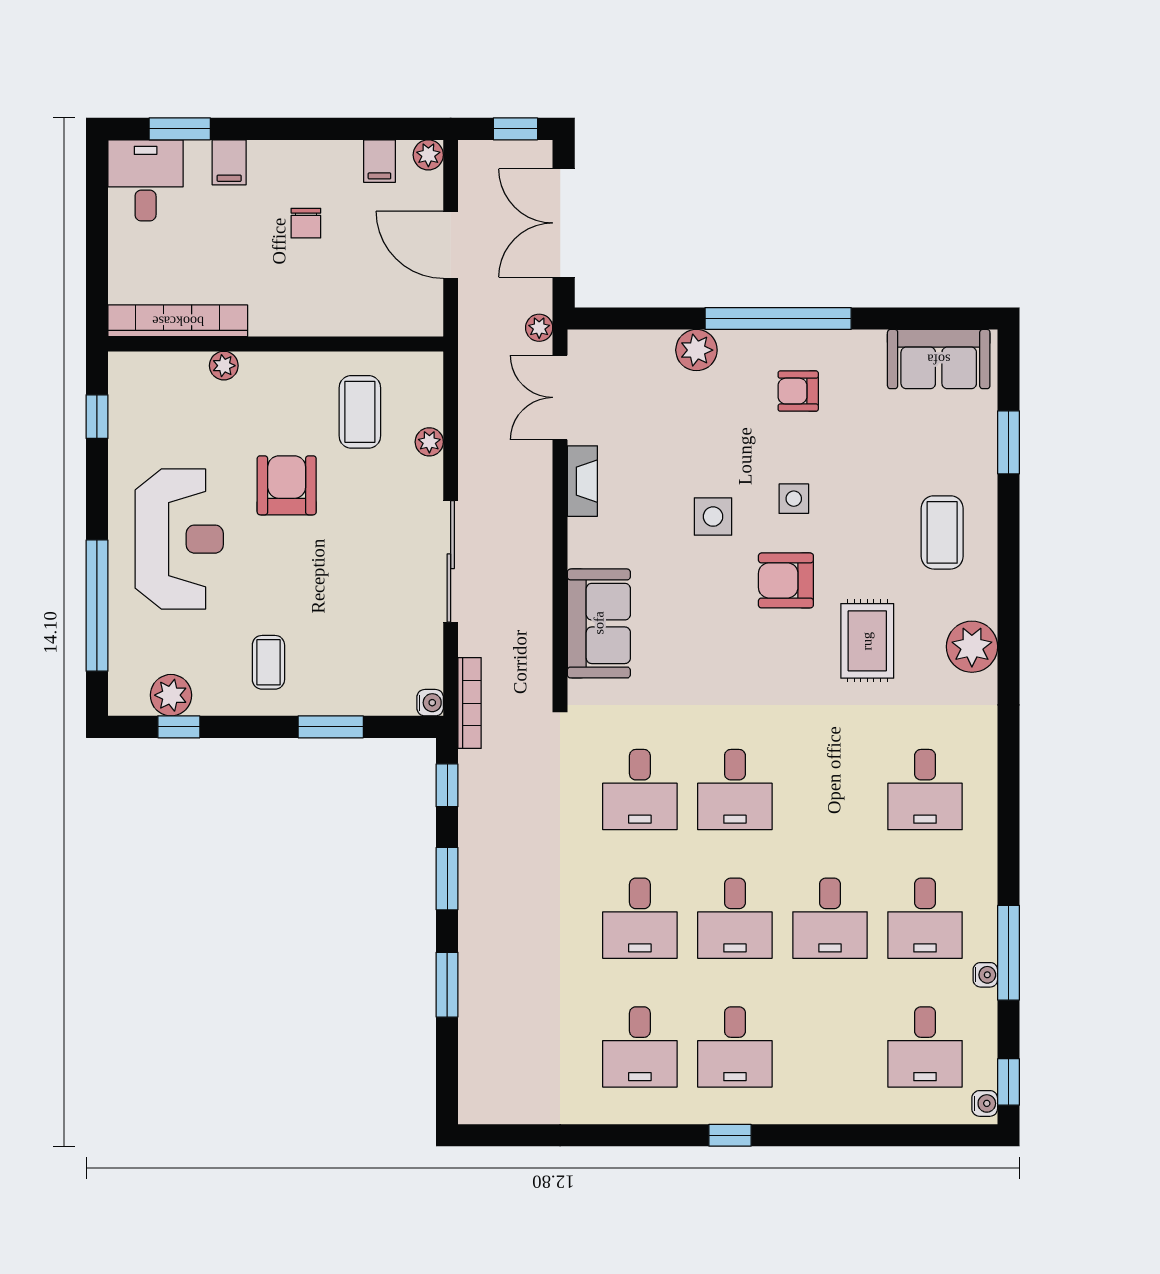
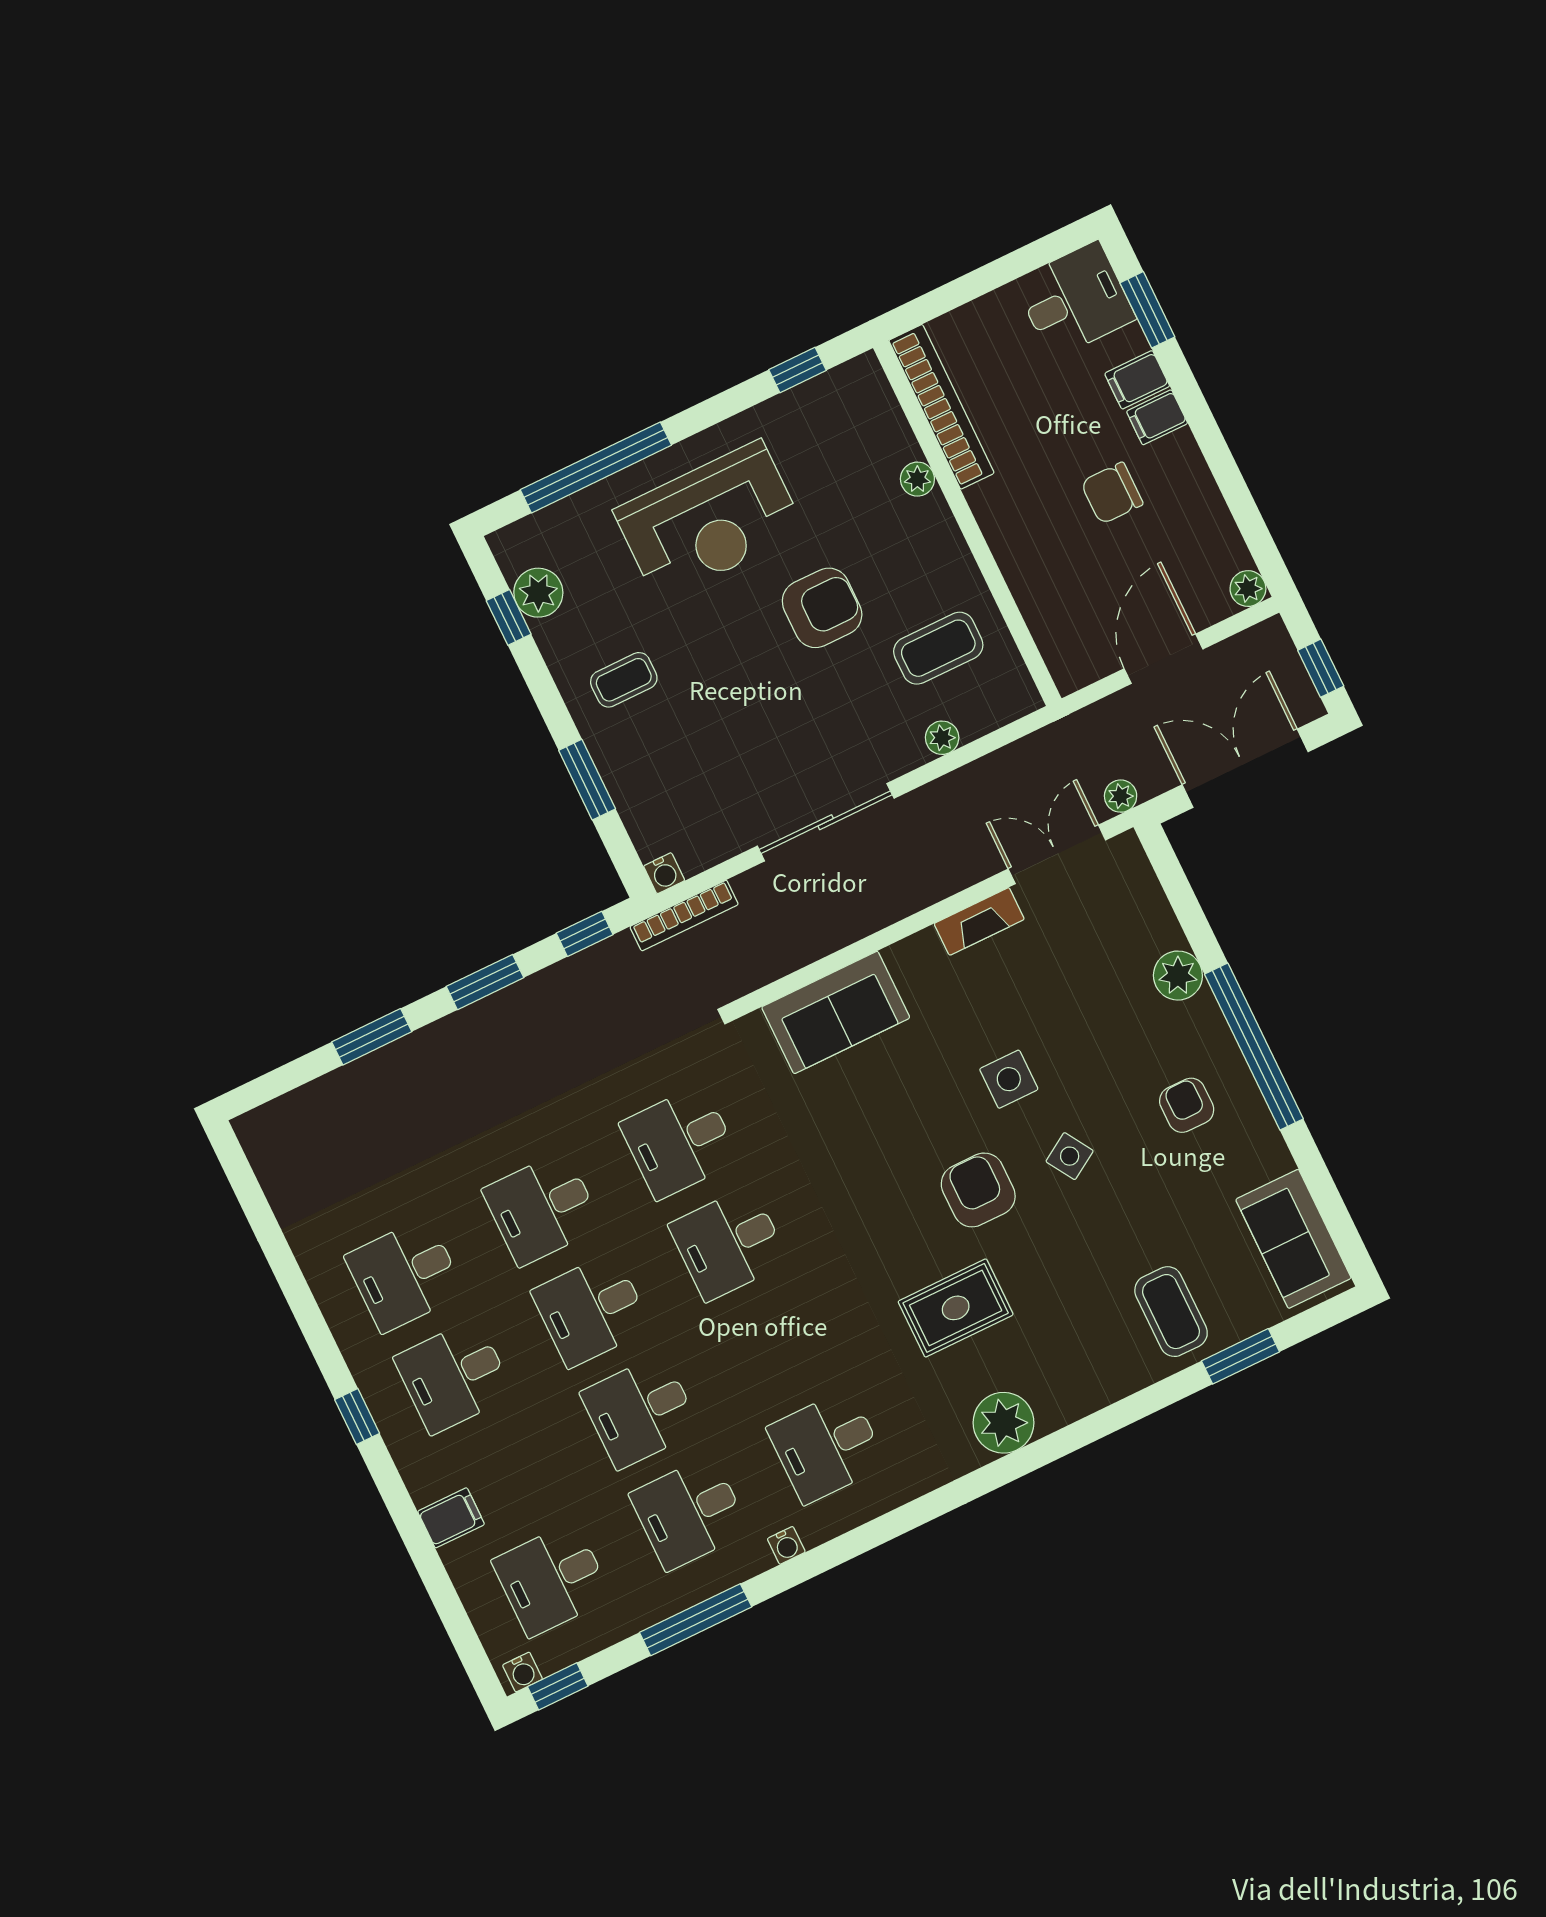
filing cabinet: (379, 161) -> (1157, 417), moved
chair: (306, 223) -> (1112, 493), width x1.37, depth x1.37
side table: (794, 499) -> (1070, 1156), turned -32
coffee table: (942, 532) -> (1171, 1312), moved, turned 90
water cooler: (985, 975) -> (786, 1545), moved
filing cabinet: (841, 1101) -> (451, 1518), added

